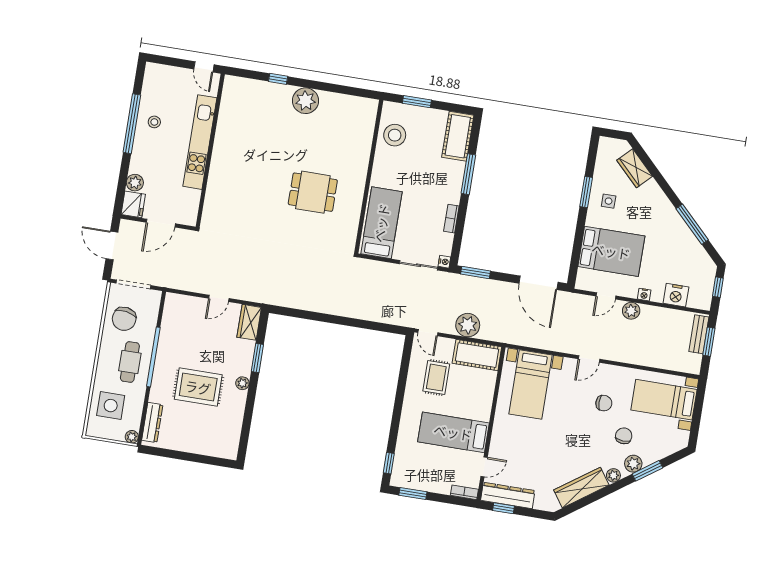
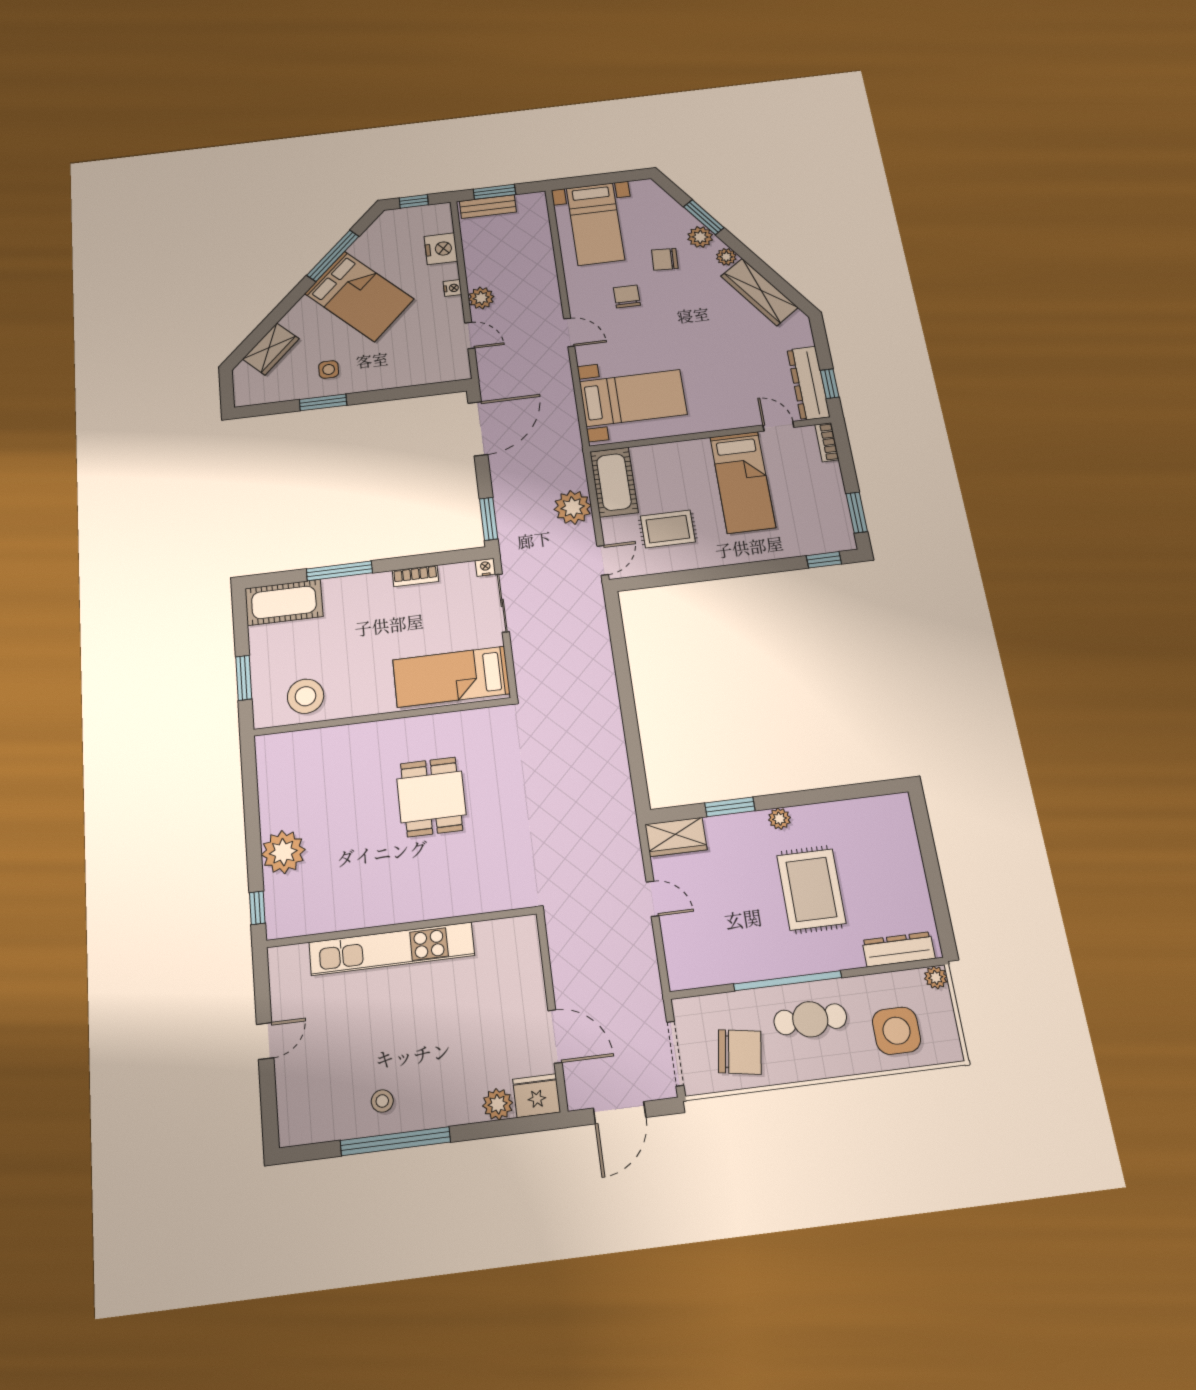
kitchen unit: (200, 142) -> (392, 949), moved
wall: (210, 151) -> (402, 927), moved
bed: (611, 251) -> (359, 296), moved, turned 135

